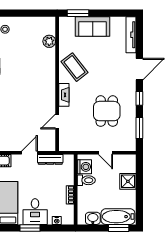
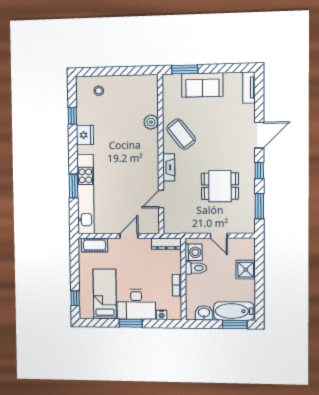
tv unit: (131, 35) -> (249, 88), width x0.71
plant: (49, 41) -> (151, 122), moved
dining table: (107, 111) -> (220, 186), turned 90
dresser: (50, 159) -> (166, 244), moved
desk: (35, 212) -> (136, 304), width x1.37

